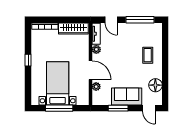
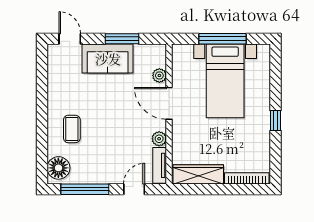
door: (111, 20) -> (134, 189), hinge flipped
floor lamp: (155, 85) -> (58, 168), moved

